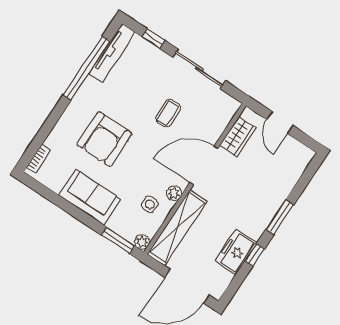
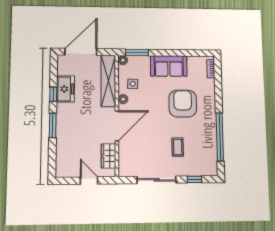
tv unit: (112, 53) -> (212, 155), removed
coffee table: (168, 113) -> (178, 147), moved

